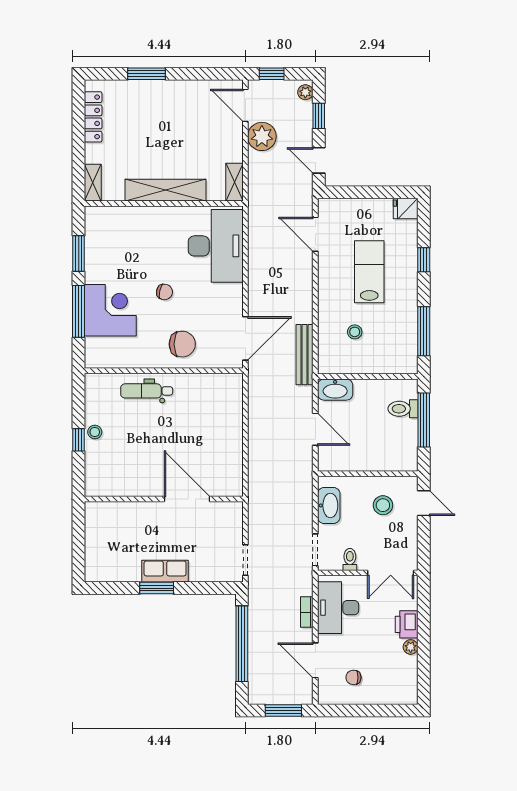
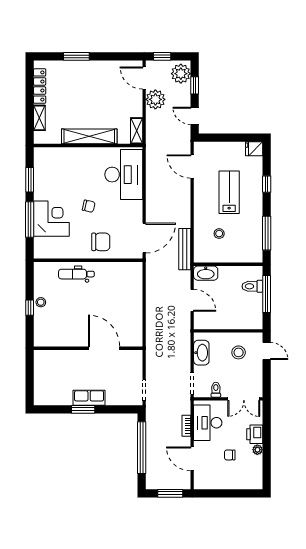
plant: (305, 92) -> (181, 74), width x1.87, depth x1.87
shelving: (93, 183) -> (39, 118), moved
chair: (353, 677) -> (230, 455), moved

